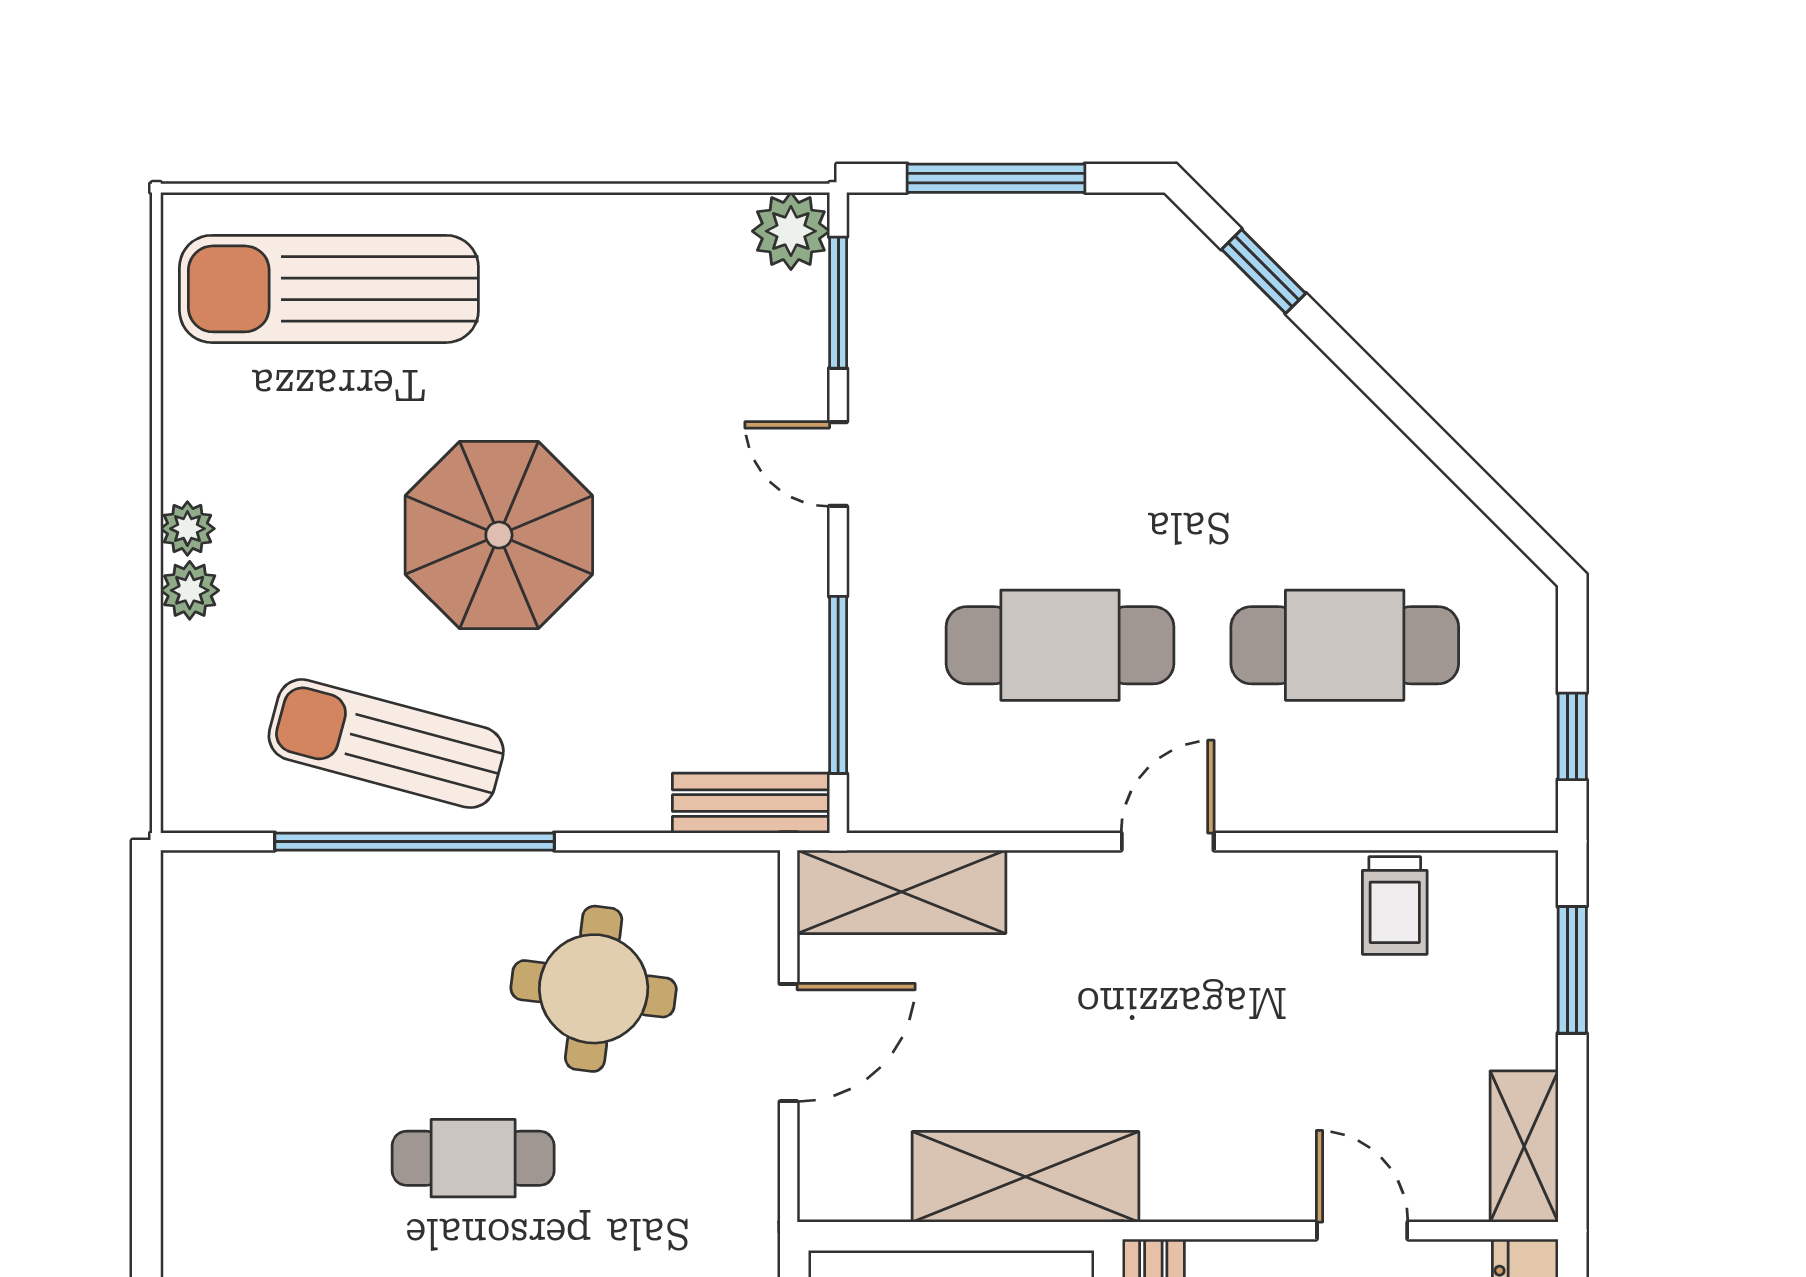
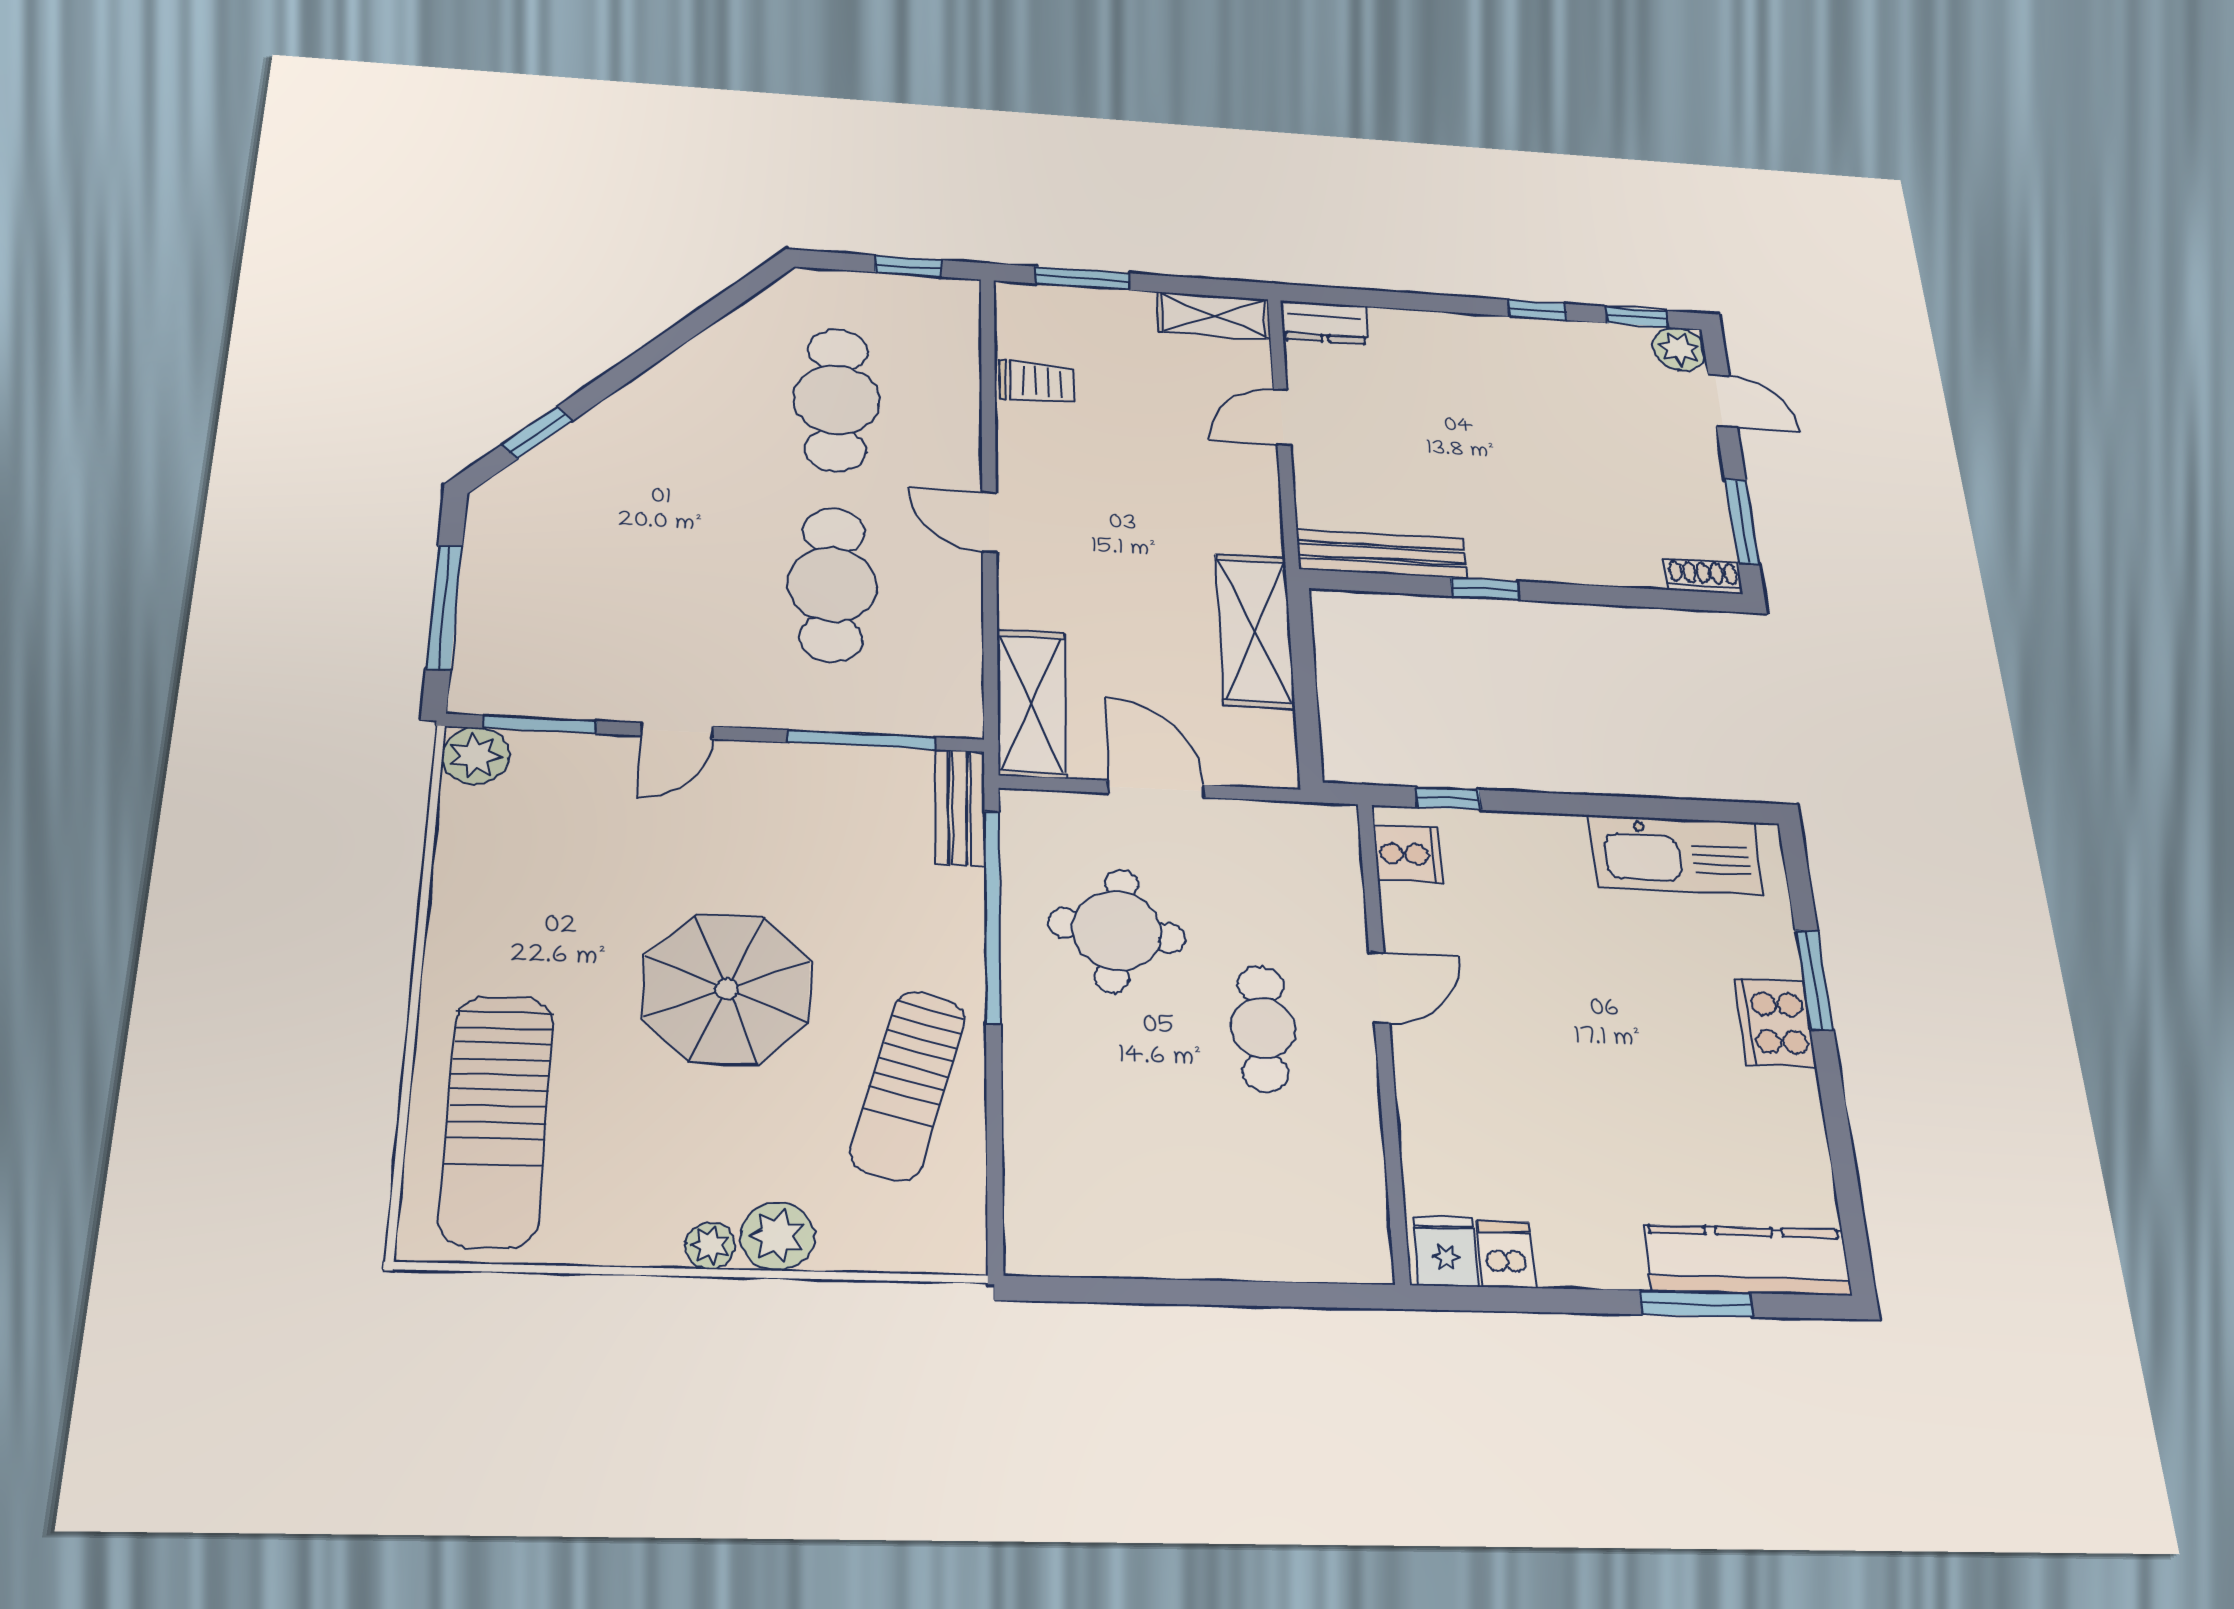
plant: (190, 590) -> (777, 1236), width x1.38, depth x1.38
window: (414, 842) -> (993, 916), moved

